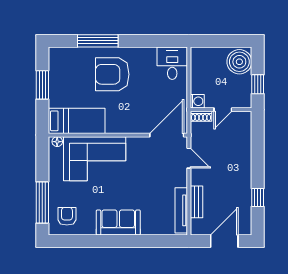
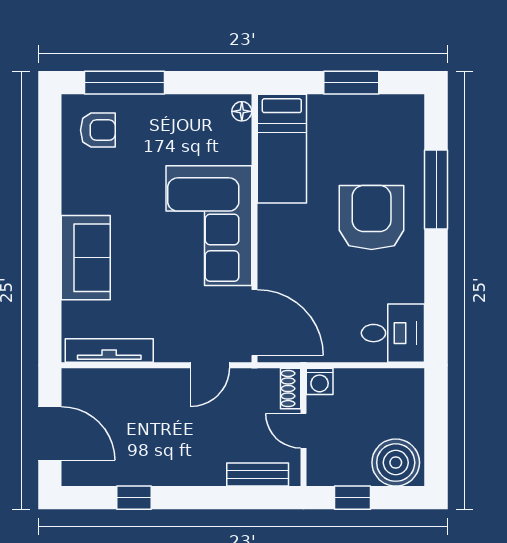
corner sofa: (95, 159) -> (209, 226), moved
bench: (196, 202) -> (258, 474), moved
sofa: (118, 222) -> (86, 258), moved

